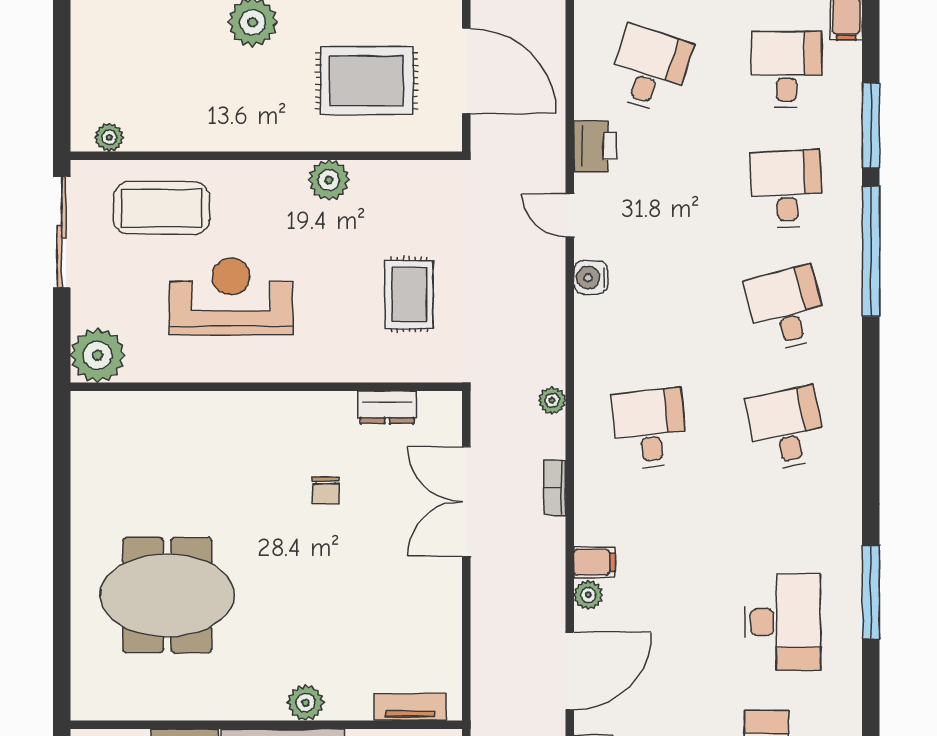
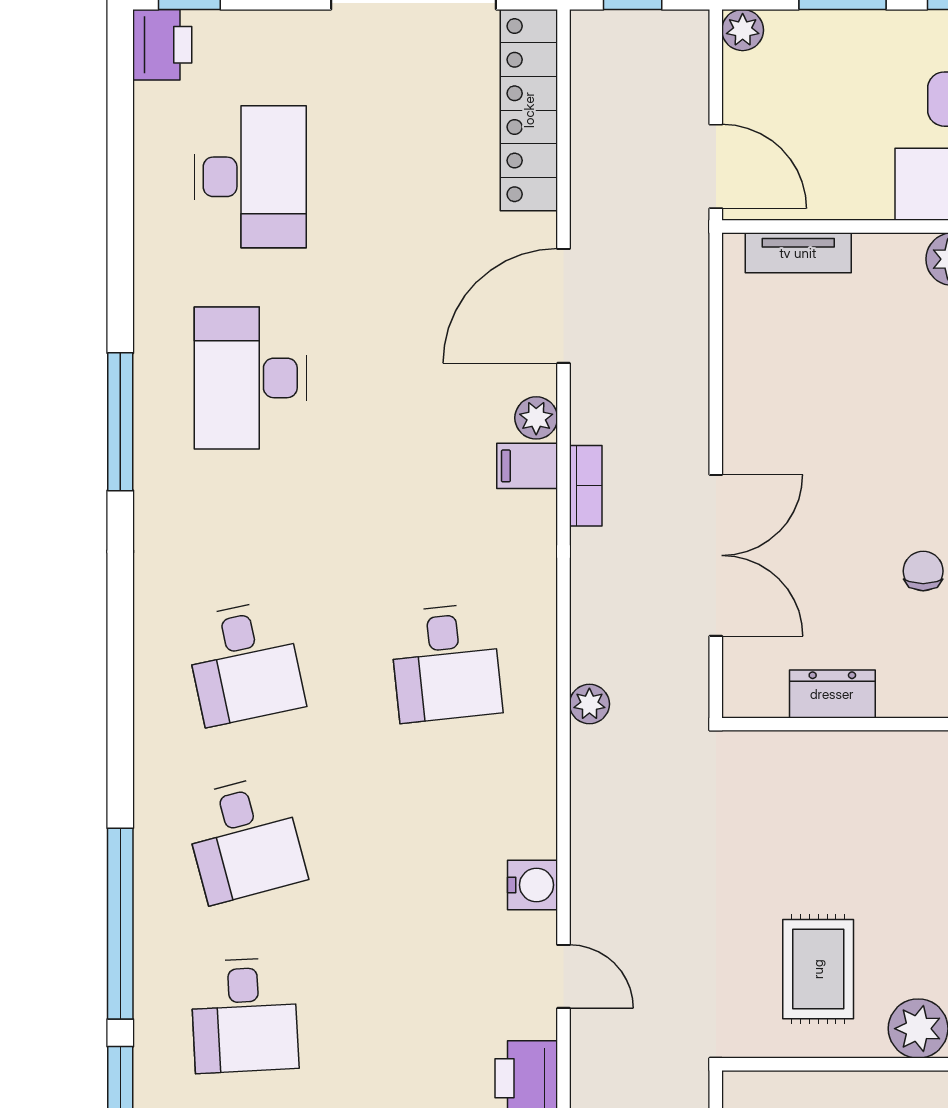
rug: (409, 294) -> (818, 969), moved
bookcase: (555, 488) -> (586, 486), moved

